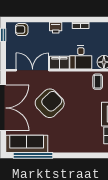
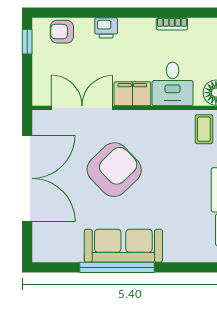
printer: (56, 28) -> (106, 28), moved
sofa: (27, 144) -> (123, 246), moved
window: (33, 155) -> (117, 267), moved

